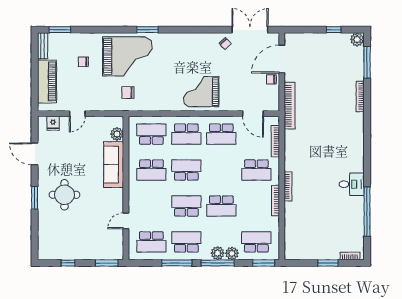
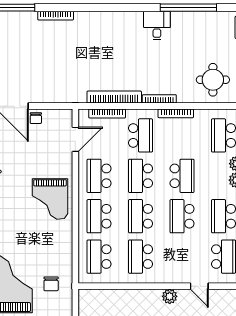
bookcase: (290, 106) -> (114, 97), moved
plant: (117, 134) -> (170, 296), moved
school desk: (186, 134) -> (99, 216), turned 180
school desk: (221, 134) -> (99, 176), turned 180
sofa: (114, 165) -> (134, 300), removed
school desk: (151, 170) -> (141, 257), turned 180
school desk: (221, 170) -> (141, 176), added
round table: (305, 233) -> (213, 80), added

